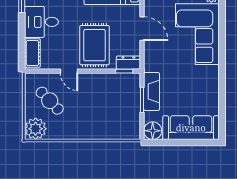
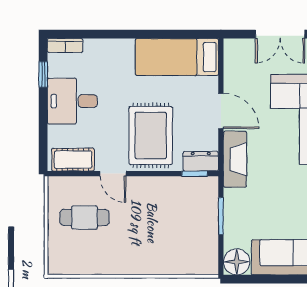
cot: (32, 53) -> (73, 160), moved, turned 90
fireplace: (152, 92) -> (235, 159), moved
cafe table: (50, 101) -> (84, 217), turned -46
plant: (36, 129) -> (64, 259), removed

